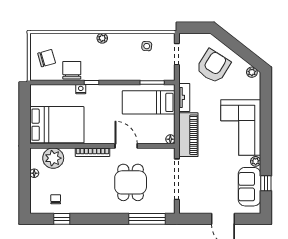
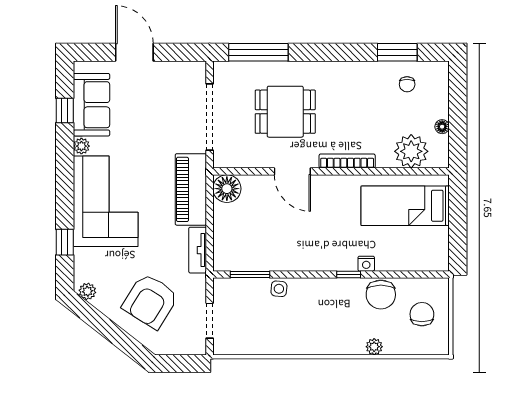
plant: (102, 38) -> (374, 347), moved
side table: (147, 46) -> (279, 289), moved
chair: (47, 58) -> (422, 314), turned 106
bed: (149, 102) -> (256, 242), removed
window: (266, 102) -> (65, 242), added
bed: (57, 125) -> (405, 206), width x0.67
floor lamp: (170, 139) -> (227, 189), width x1.89, depth x1.89
dining table: (131, 182) -> (285, 112), turned 90
window: (62, 219) -> (397, 52), width x1.50

